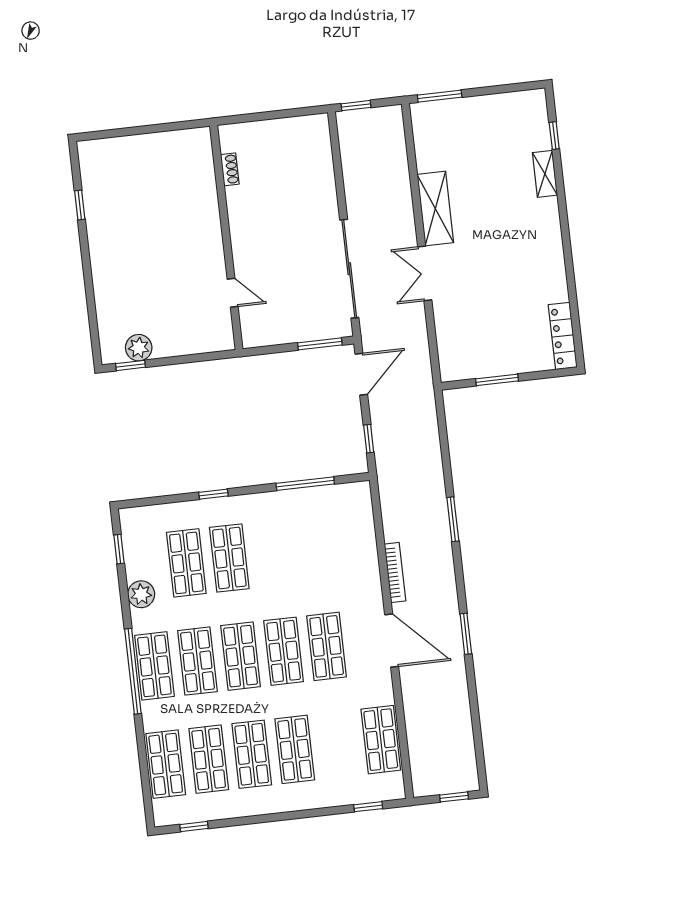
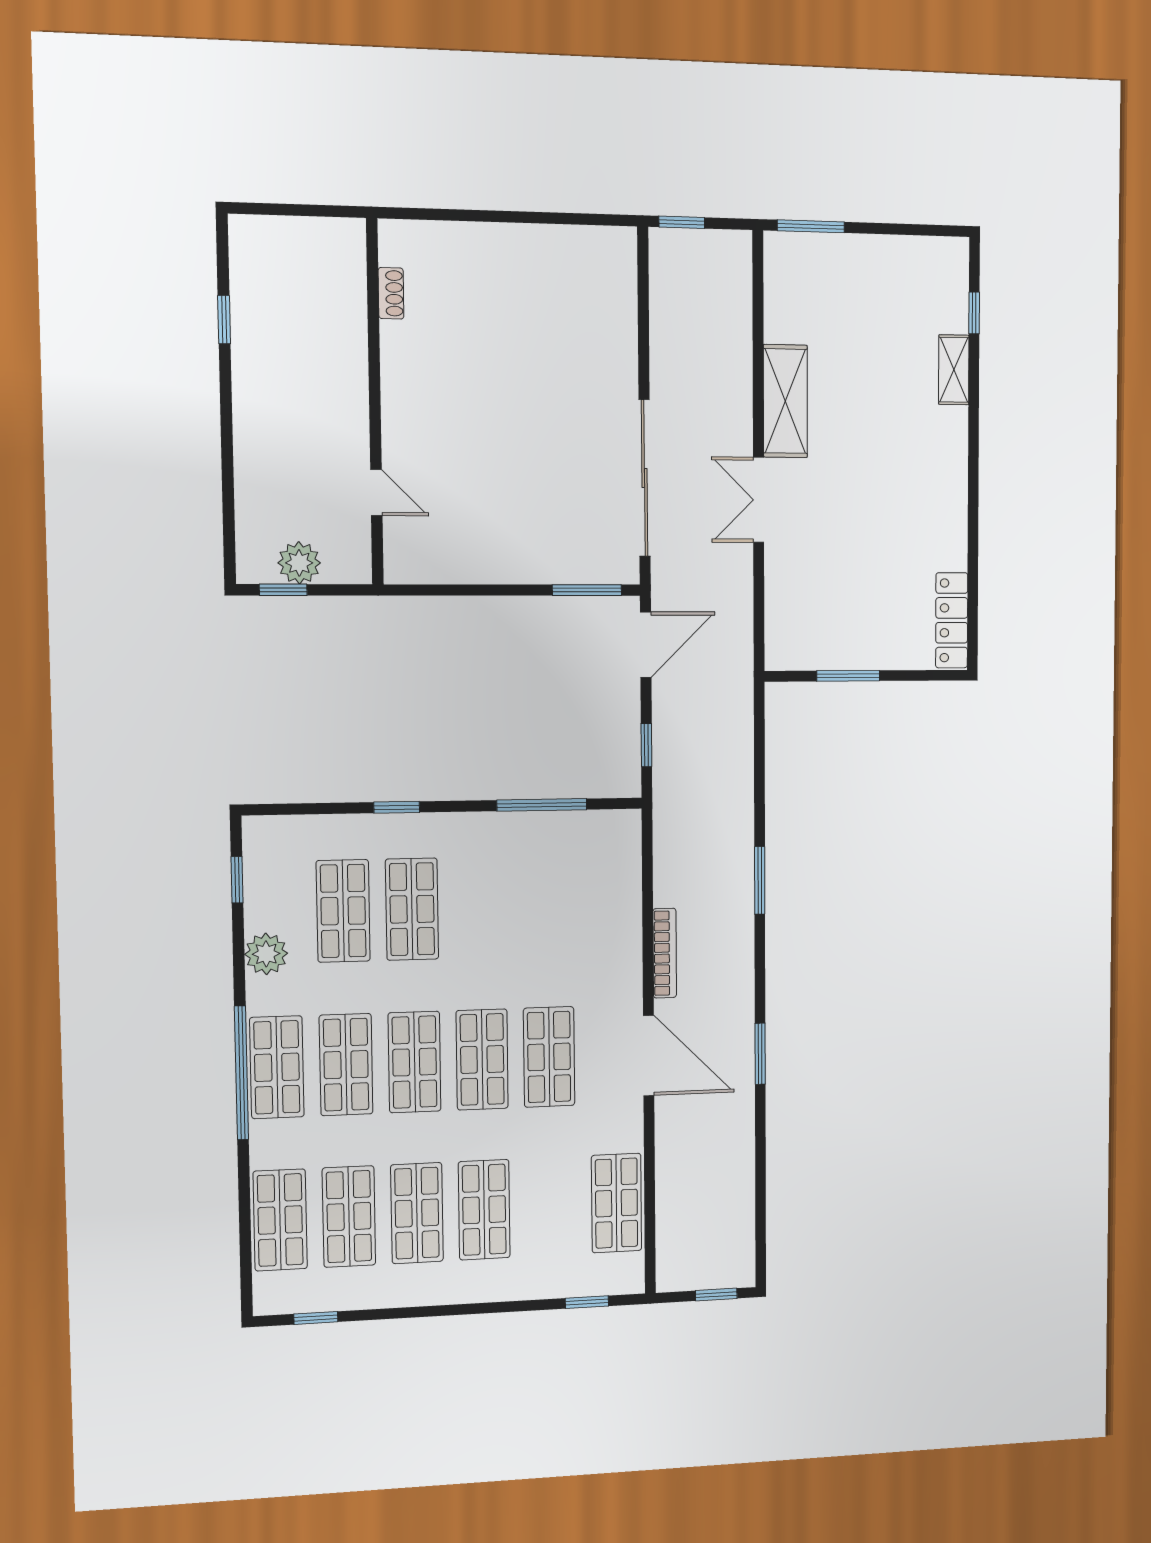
shoe rack: (230, 169) -> (391, 293), moved
wall: (226, 237) -> (375, 402), moved
door: (233, 293) -> (376, 493), moved

